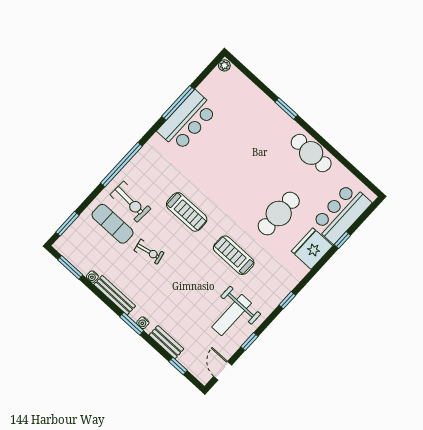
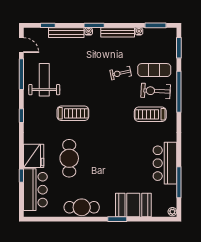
window: (178, 103) -> (179, 182), moved
booth: (257, 108) -> (133, 205), added
window: (121, 165) -> (179, 92), moved
treadmill: (187, 212) -> (150, 114), moved
bench: (166, 342) -> (66, 33), width x1.36
window: (249, 342) -> (21, 74), width x2.17

